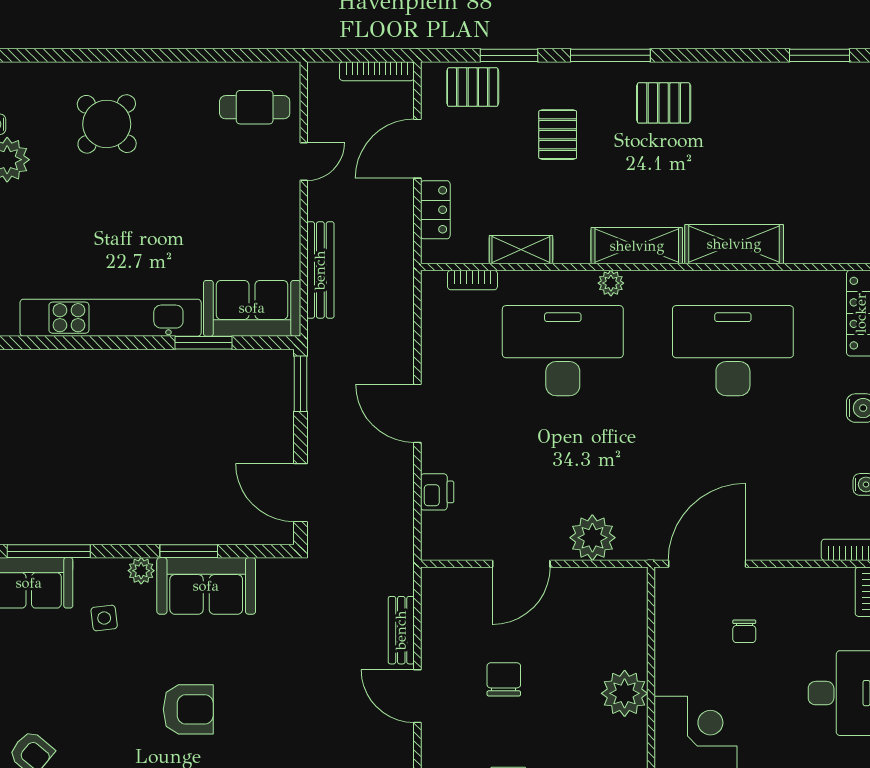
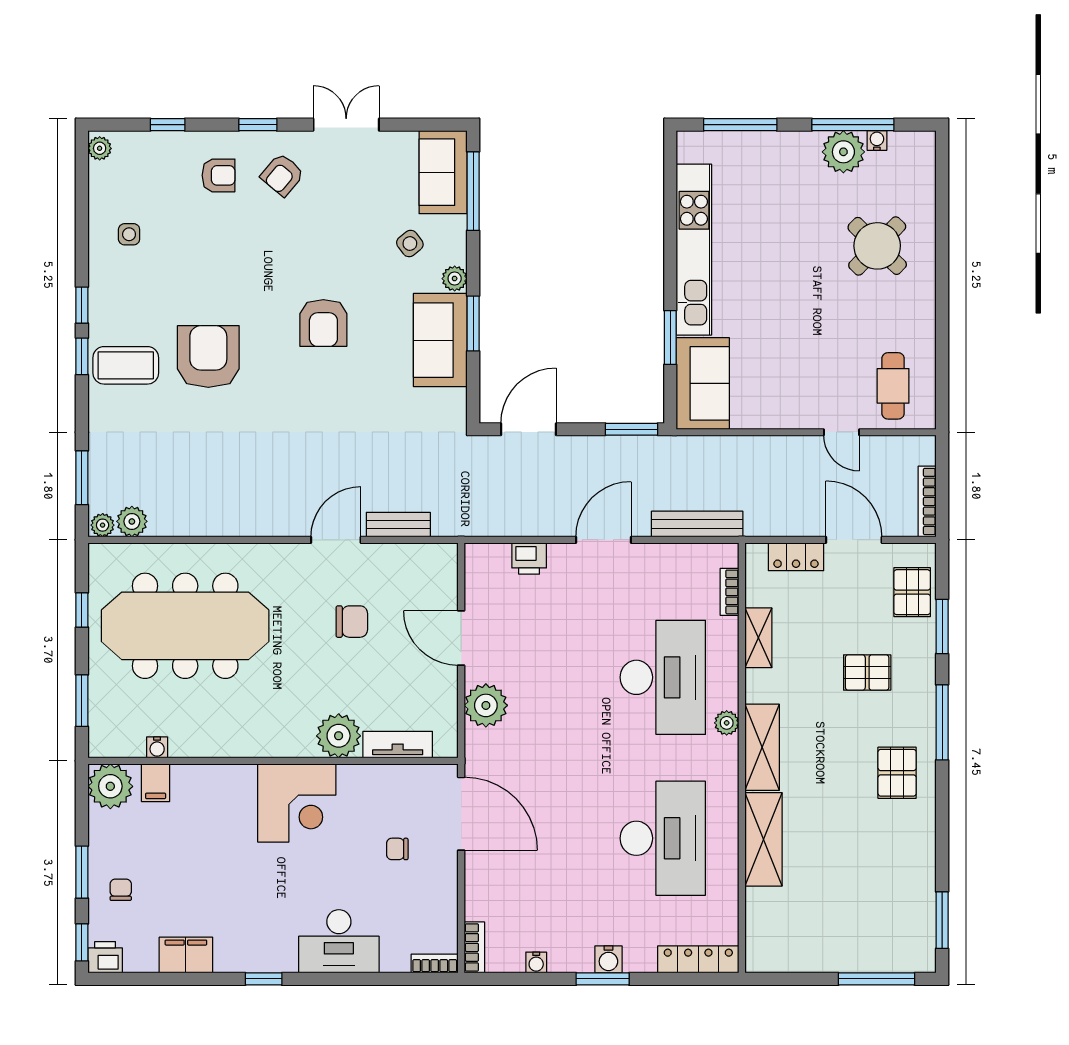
bench: (320, 270) -> (697, 524), moved
side table: (104, 618) -> (410, 244), turned -31
tv unit: (634, 631) -> (398, 745), added

